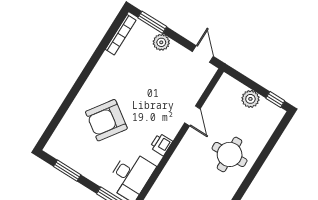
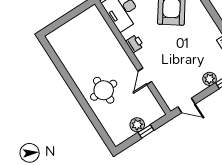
window: (275, 99) -> (146, 131), moved
door: (192, 116) -> (145, 76), hinge flipped

